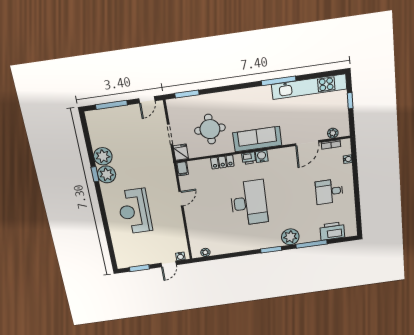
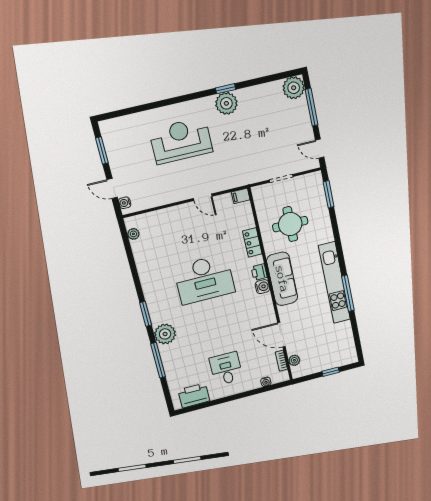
kitchen unit: (309, 87) -> (334, 283), moved
fridge: (181, 152) -> (261, 193), removed
plant: (103, 156) -> (294, 88), moved
printer: (332, 231) -> (194, 395), moved, turned -90

